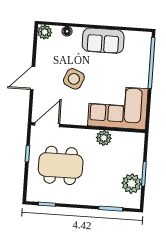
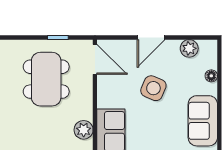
plant: (45, 32) -> (189, 48), moved
door: (33, 78) -> (151, 38), swing flipped

